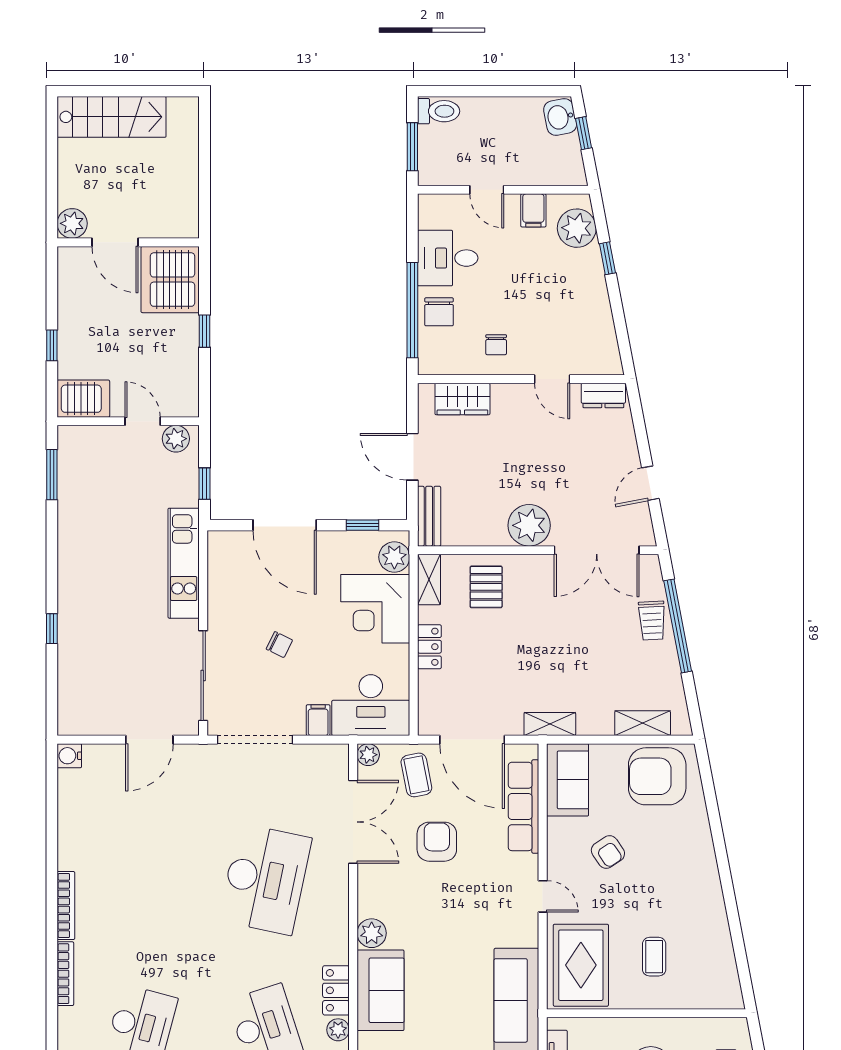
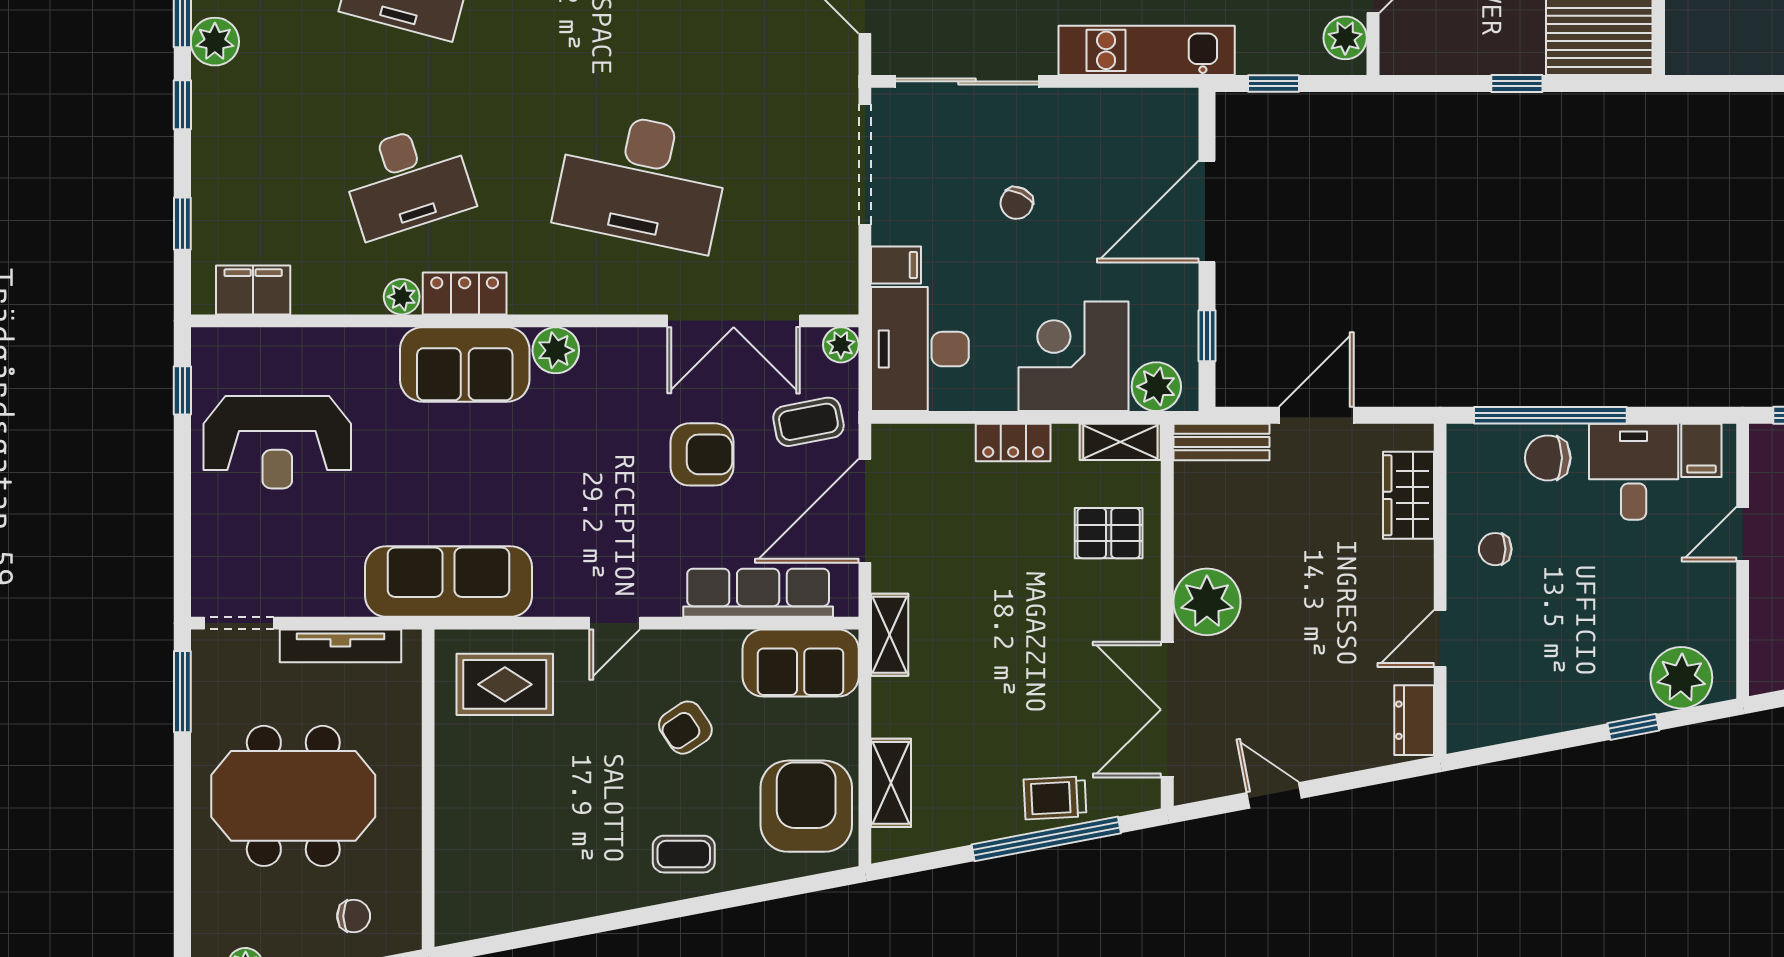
filing cabinet: (533, 210) -> (1701, 450), moved, turned -90
coffee table: (654, 957) -> (684, 854), moved
rug: (581, 965) -> (505, 684), width x0.73, depth x0.70

